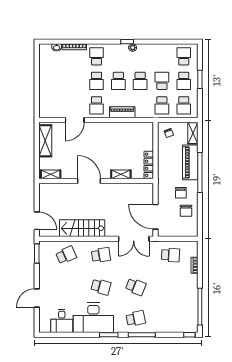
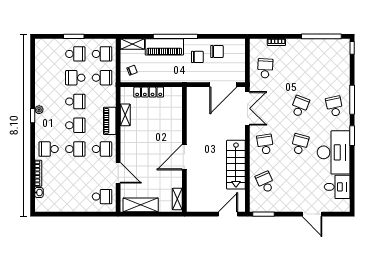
school desk: (184, 56) -> (102, 197), moved, turned 180
locker: (149, 165) -> (149, 92), moved
shelving: (121, 174) -> (125, 115), moved

